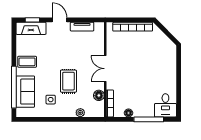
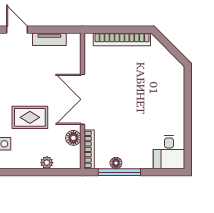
double door: (105, 69) -> (83, 99), width x1.37
rug: (68, 81) -> (30, 117), turned 90
window: (149, 119) -> (119, 172), moved

